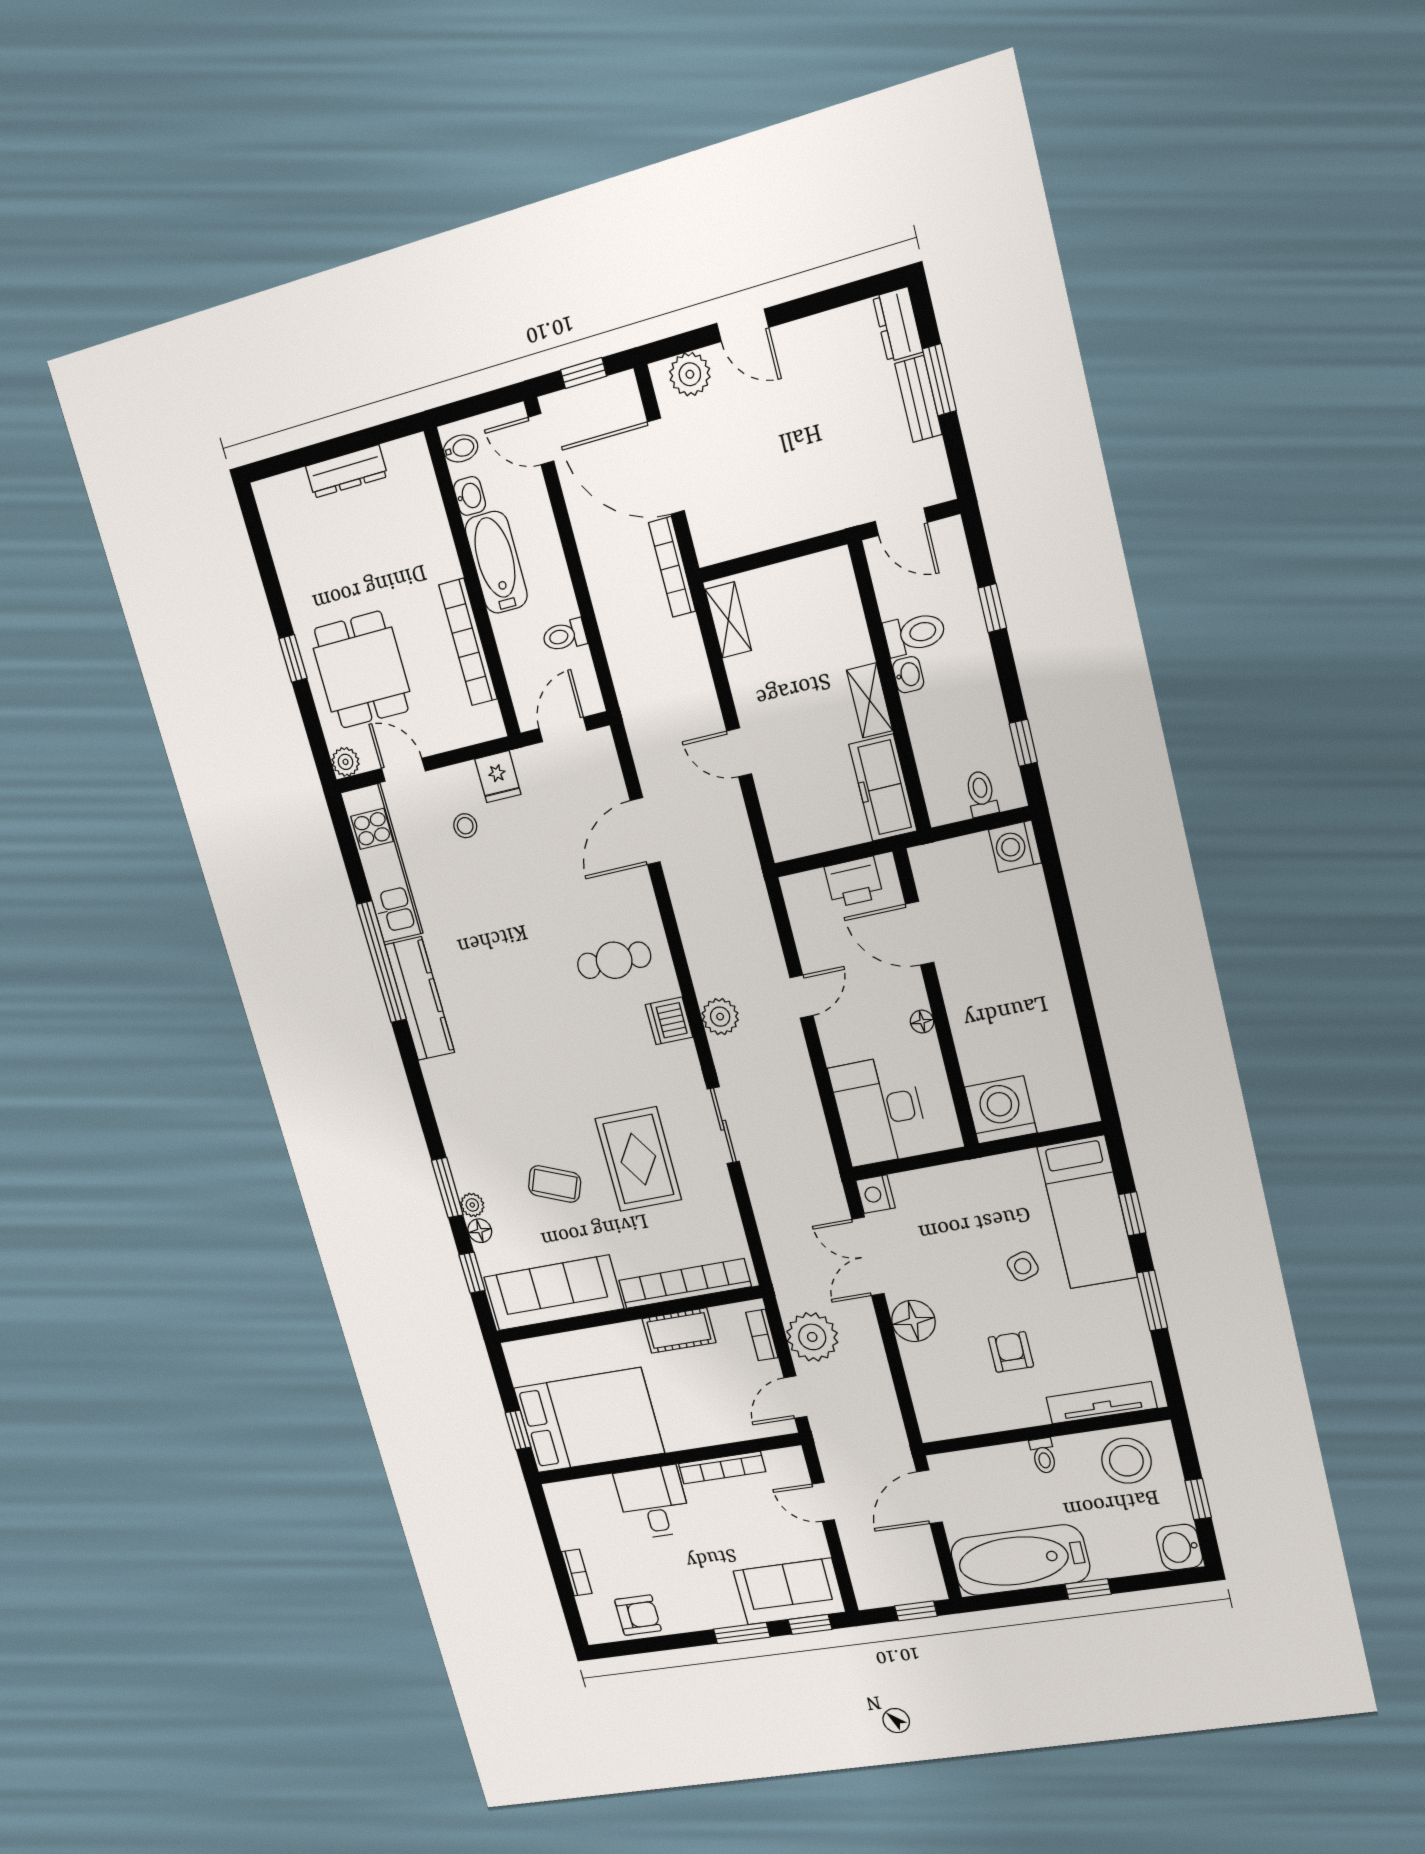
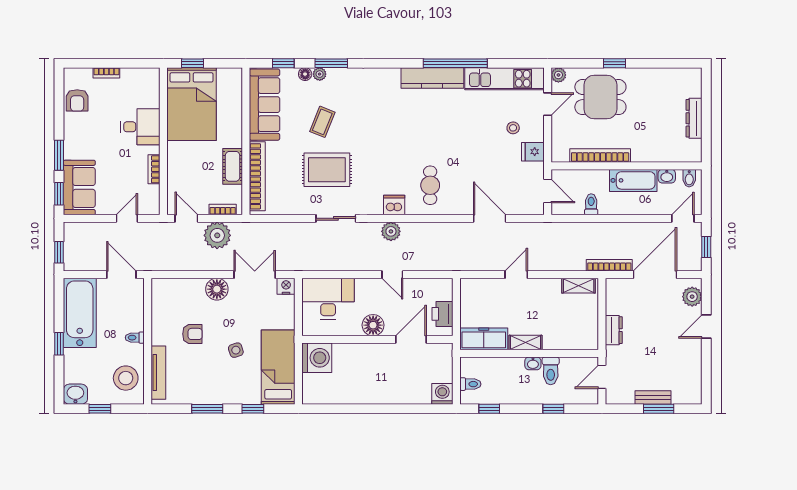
dresser: (898, 324) -> (614, 330), moved, turned 90
floor lamp: (922, 1022) -> (373, 325), width x1.89, depth x1.89
bed: (1087, 1212) -> (278, 367), moved, turned 90
bookcase: (722, 1468) -> (154, 169), width x0.64

